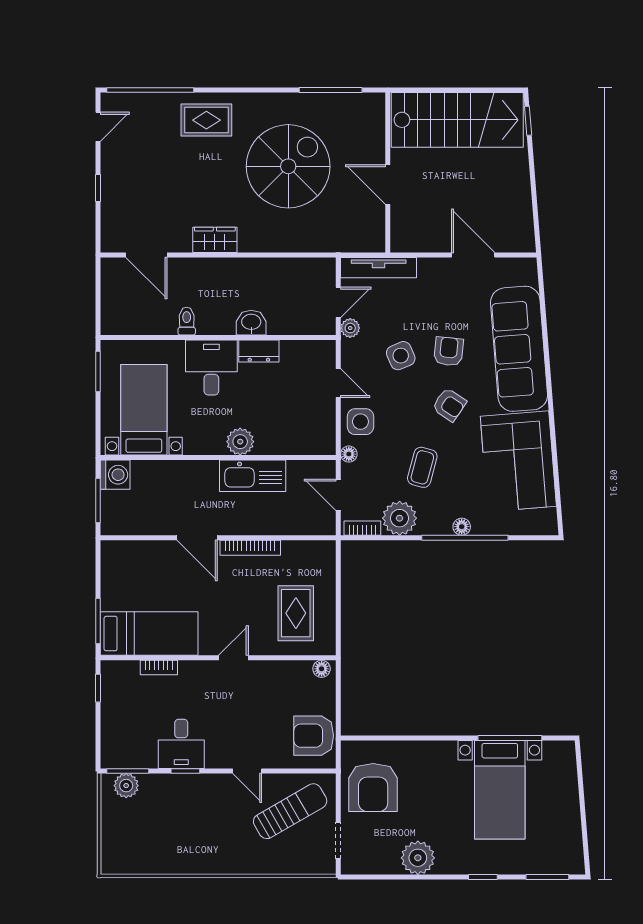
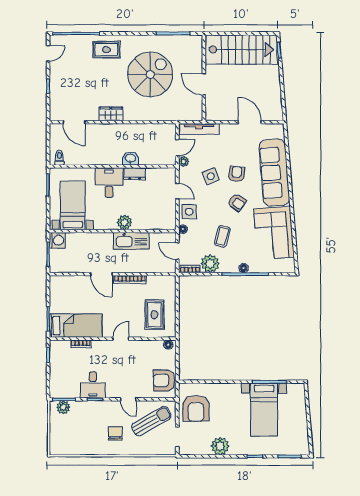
toilet: (187, 321) -> (59, 158), moved
chair: (223, 834) -> (115, 433), added

